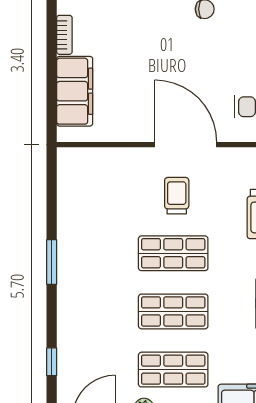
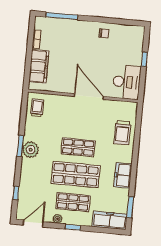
trolley: (177, 196) -> (37, 108), moved
plant: (74, 268) -> (31, 150), added
shop shelf: (173, 311) -> (76, 175), width x1.43, depth x1.36

